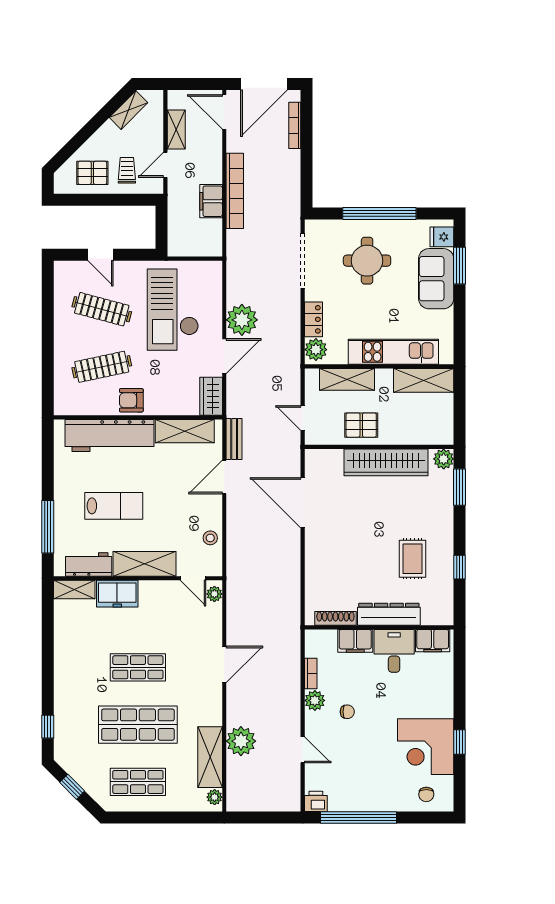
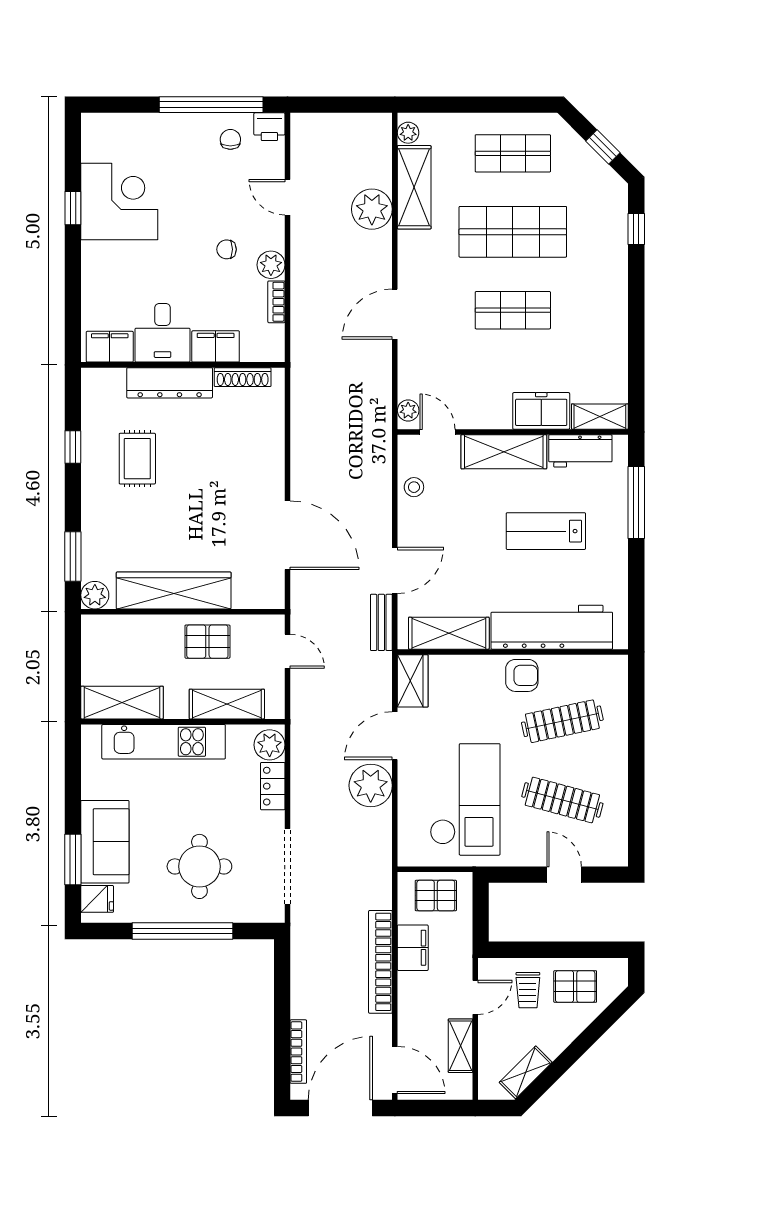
pallet: (194, 239) -> (436, 896), added
chair: (426, 794) -> (230, 139), moved

